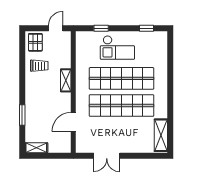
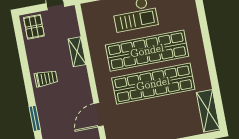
trolley: (39, 66) -> (46, 78), moved
shelving: (66, 80) -> (77, 52), moved

